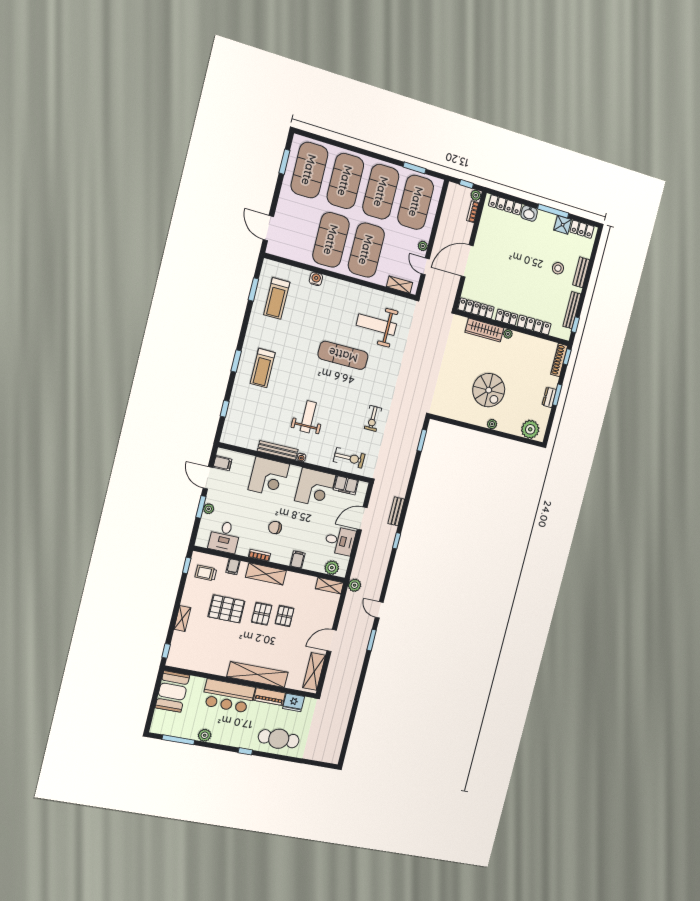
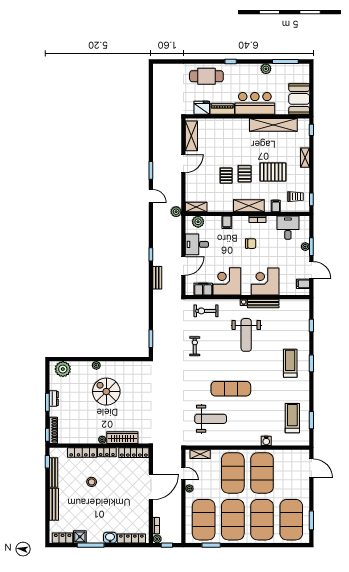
stool: (558, 268) -> (92, 482), moved
bench: (581, 272) -> (54, 504), width x1.36
weight bench: (308, 417) -> (246, 335), width x1.36, depth x1.33
shelving: (258, 675) -> (273, 125), moved

